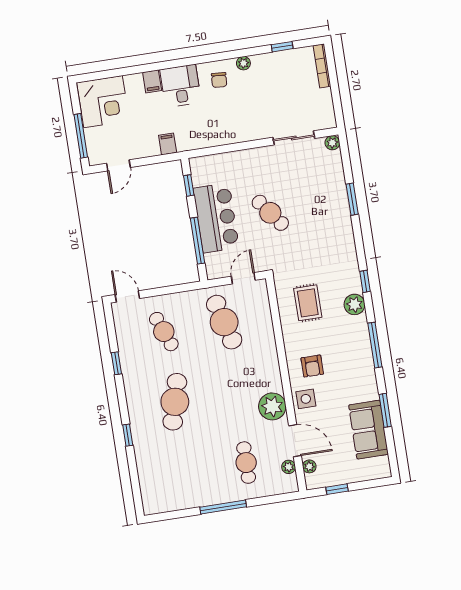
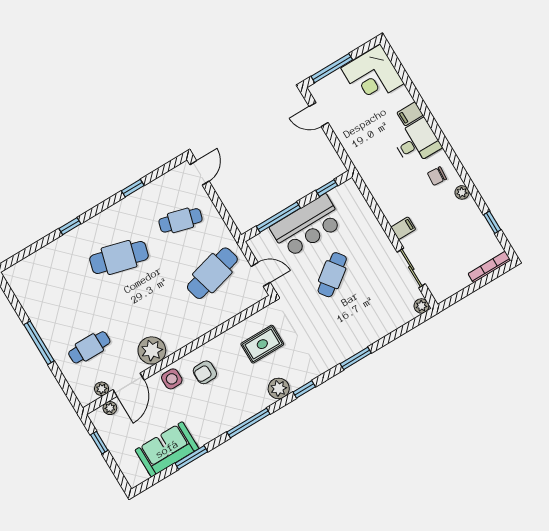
filing cabinet: (168, 144) -> (403, 228), moved
window: (352, 199) -> (356, 358), moved
cafe table: (164, 332) -> (181, 220), turned 36

